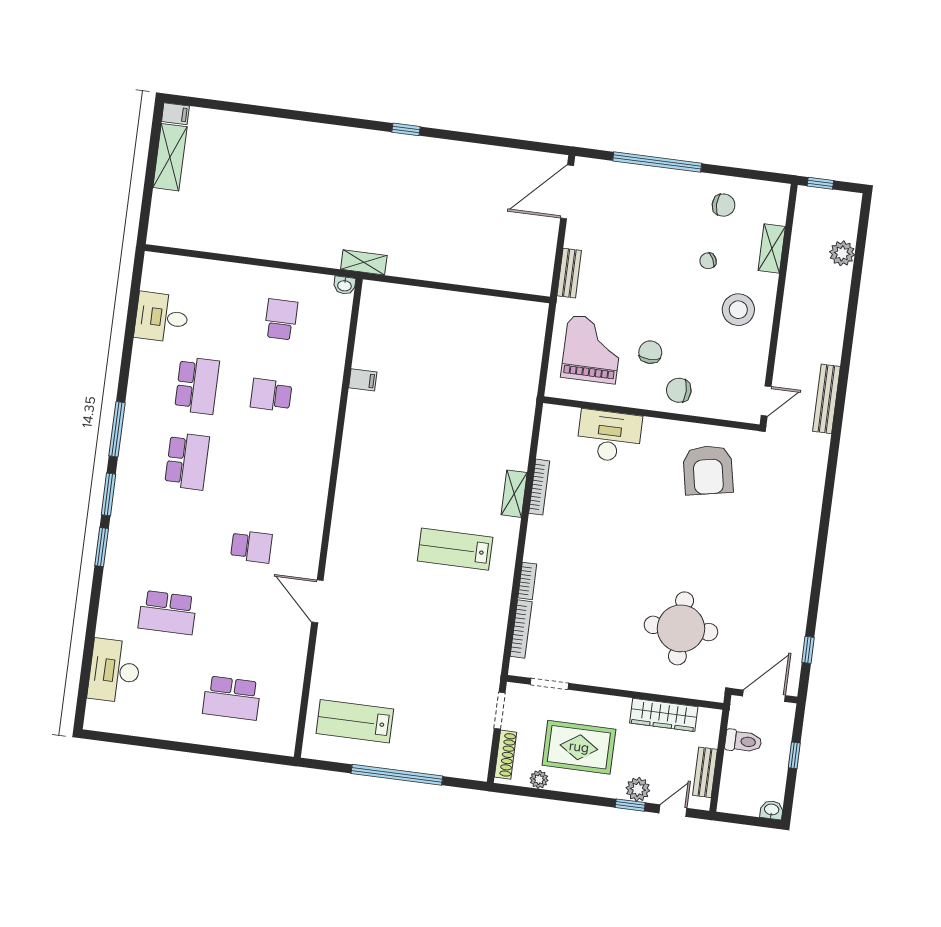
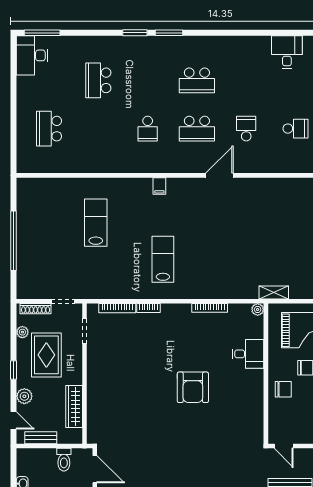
filing cabinet: (363, 380) -> (159, 186), moved
school desk: (197, 385) -> (197, 129), moved
chair: (679, 390) -> (283, 389), turned 90
plant: (551, 414) -> (258, 309), added
window: (117, 429) -> (42, 33), moved
desk: (609, 436) -> (248, 354), width x0.73
armchair: (708, 470) -> (193, 387), moved, turned -79
shelving: (514, 494) -> (274, 292), moved
door: (317, 601) -> (219, 175), moved
round table: (681, 628) -> (131, 410), removed
desk: (114, 671) -> (32, 55), moved, turned -90
lab bench: (355, 721) -> (96, 223), moved
window: (630, 805) -> (14, 370), moved

